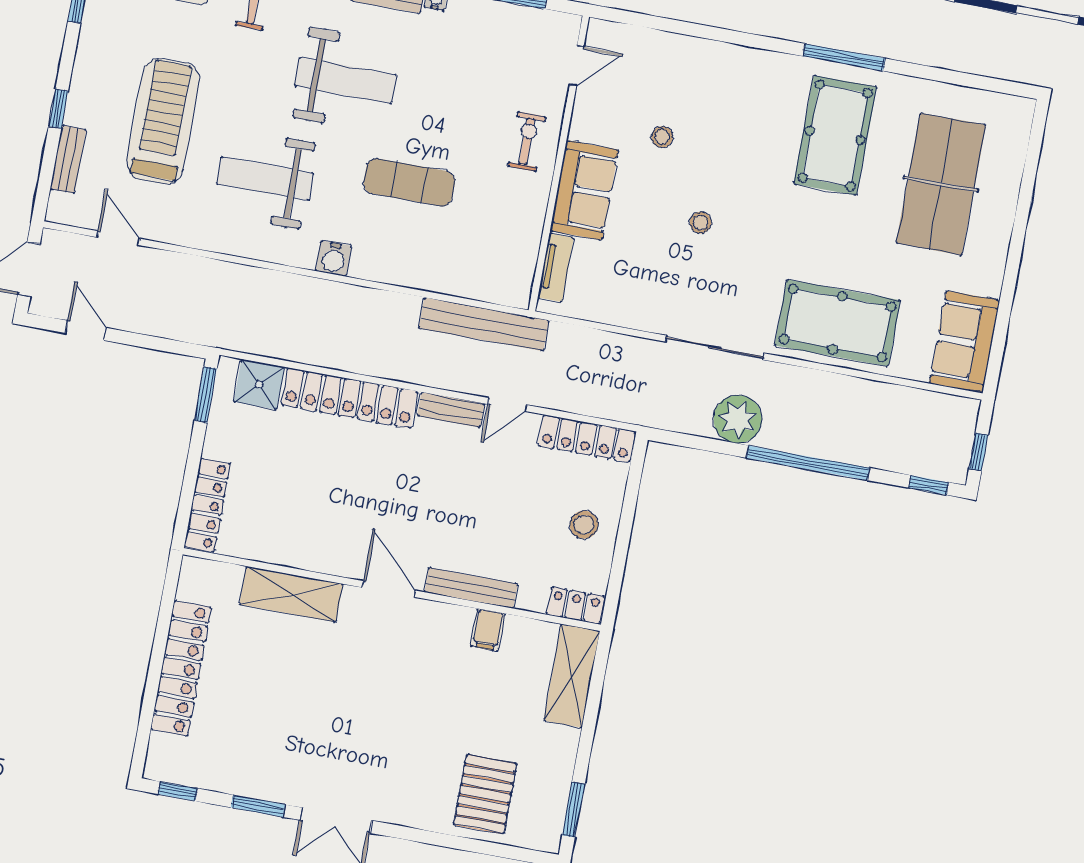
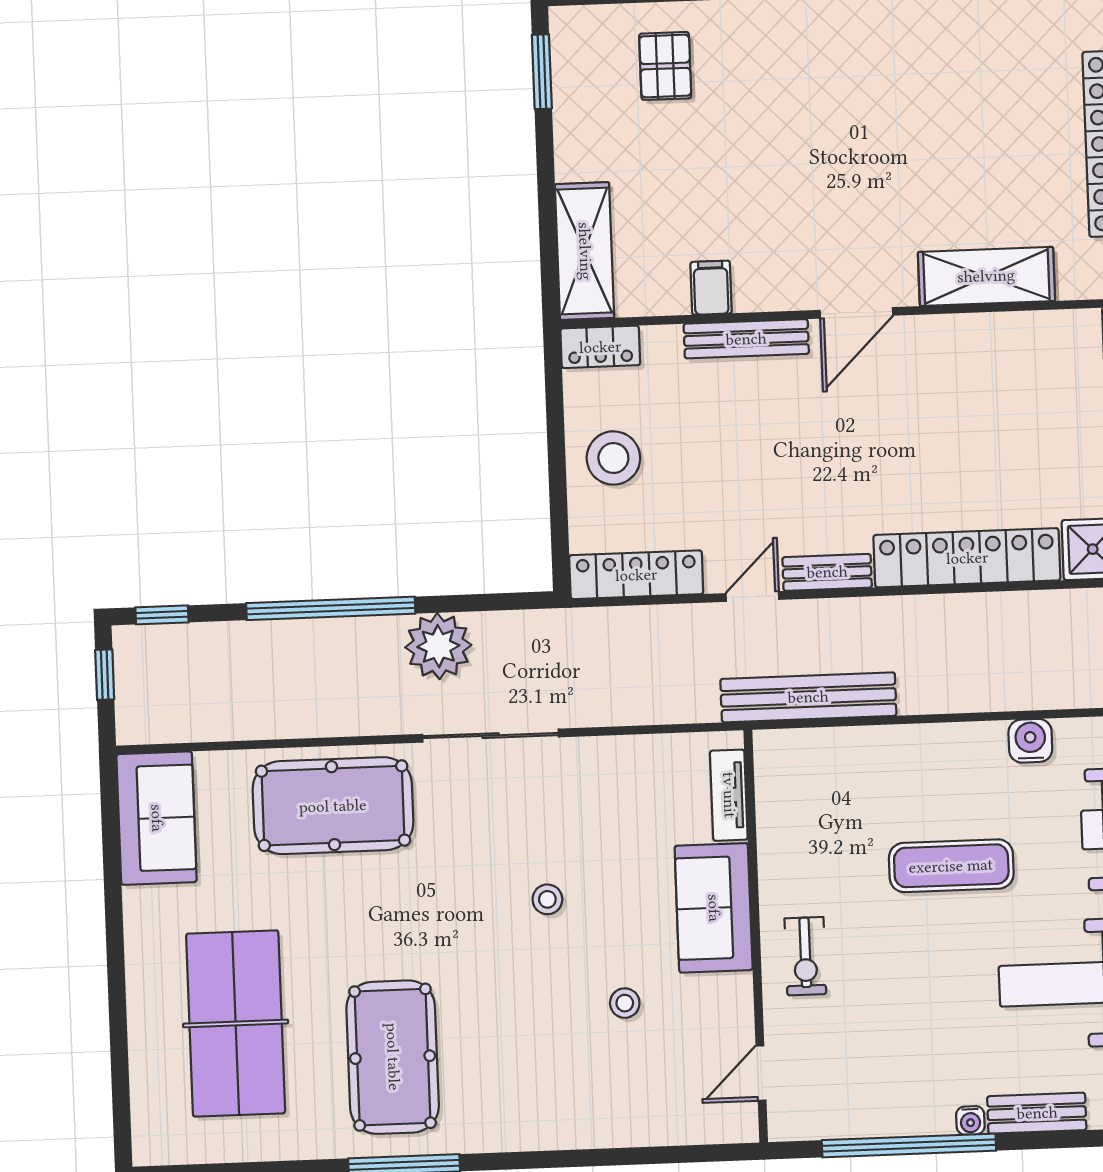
stool: (584, 525) -> (613, 458), width x1.38, depth x1.38
door: (389, 589) -> (856, 313), hinge flipped
pallet: (485, 794) -> (665, 66), width x0.67, depth x0.71

